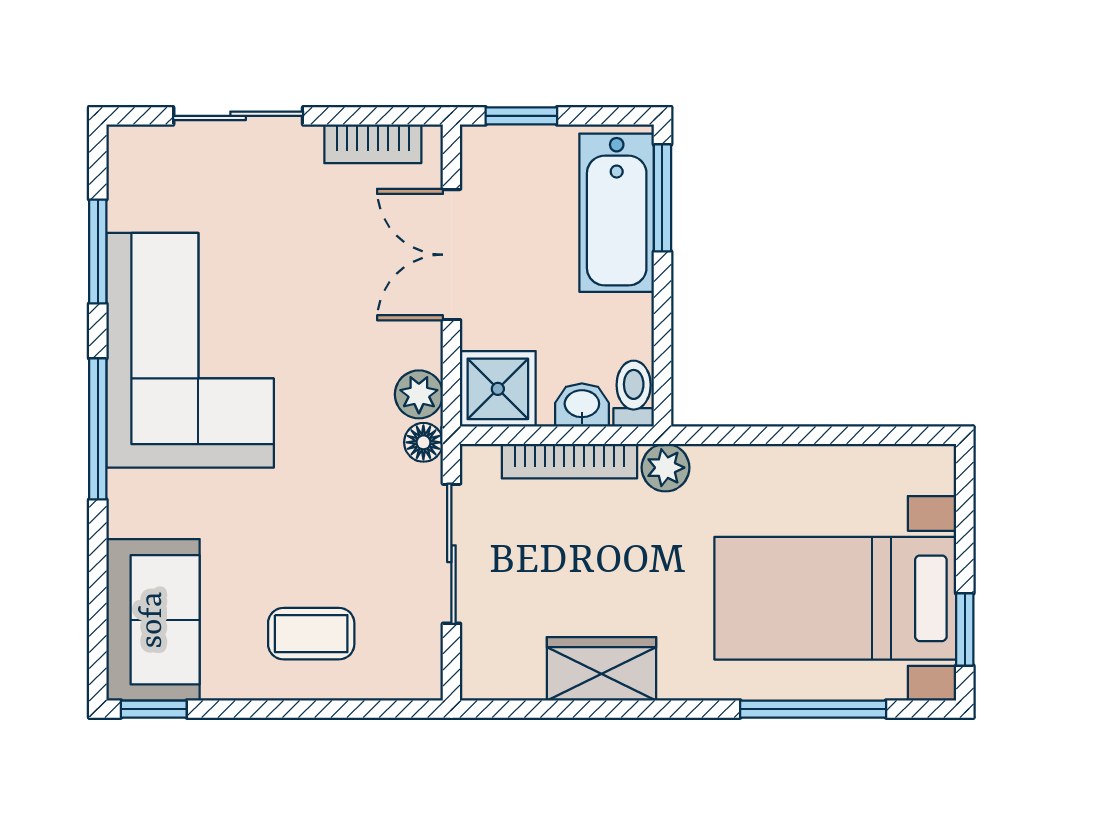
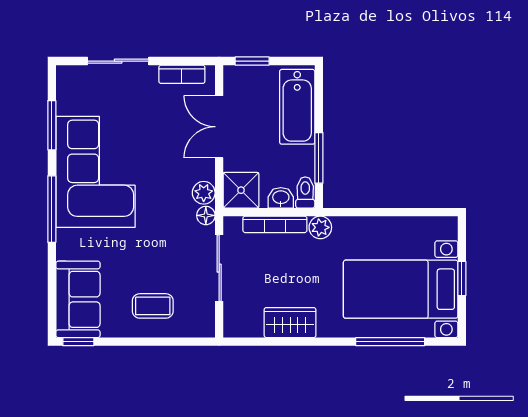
window: (662, 198) -> (319, 158), moved
window: (965, 629) -> (462, 279), moved

